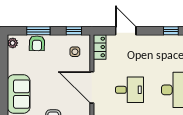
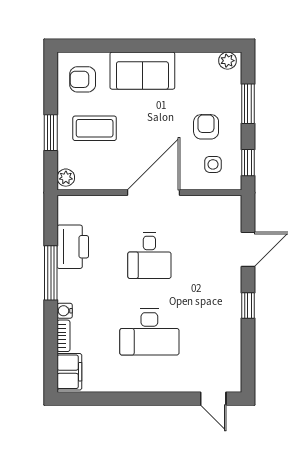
window: (171, 31) -> (248, 305), moved
armchair: (37, 43) -> (206, 127), moved, turned 89
locker: (100, 47) -> (221, 206), removed

